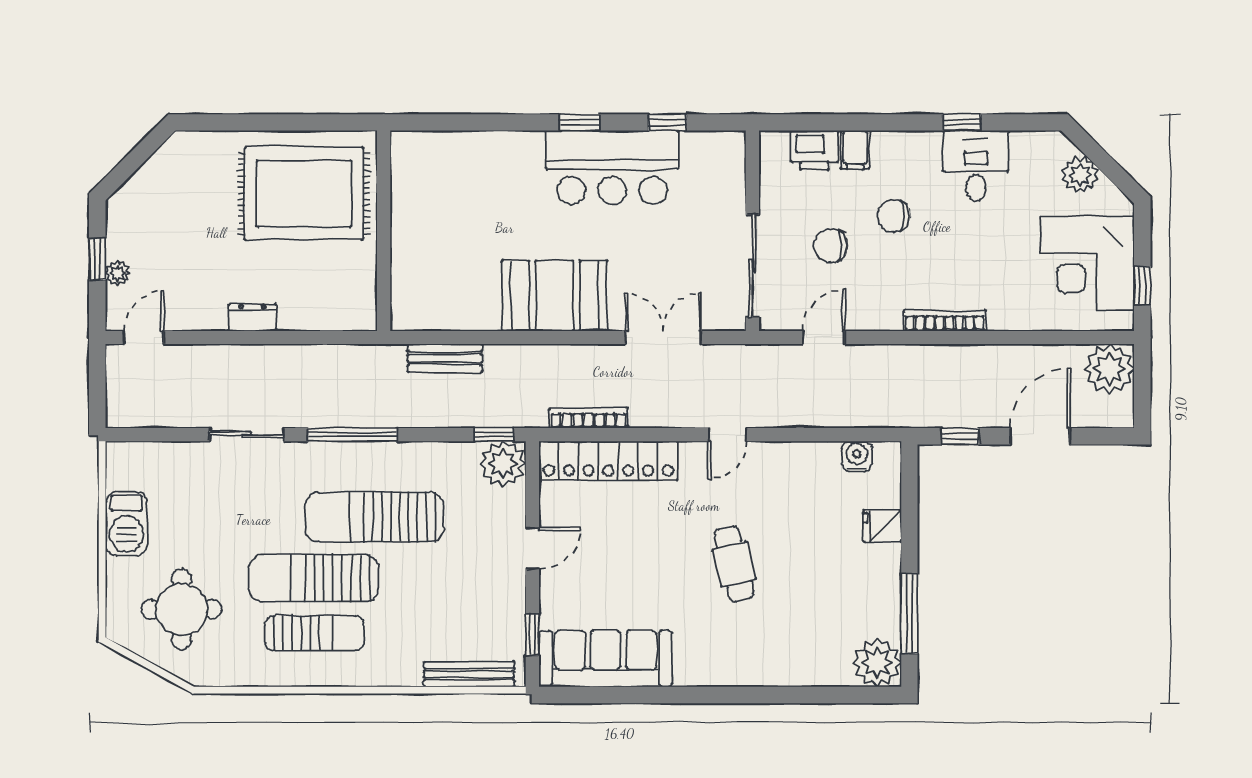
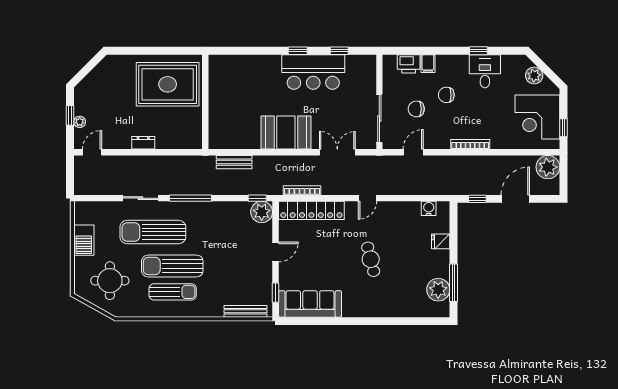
sun lounger: (375, 517) -> (153, 232), moved
plant: (877, 663) -> (438, 290), moved

